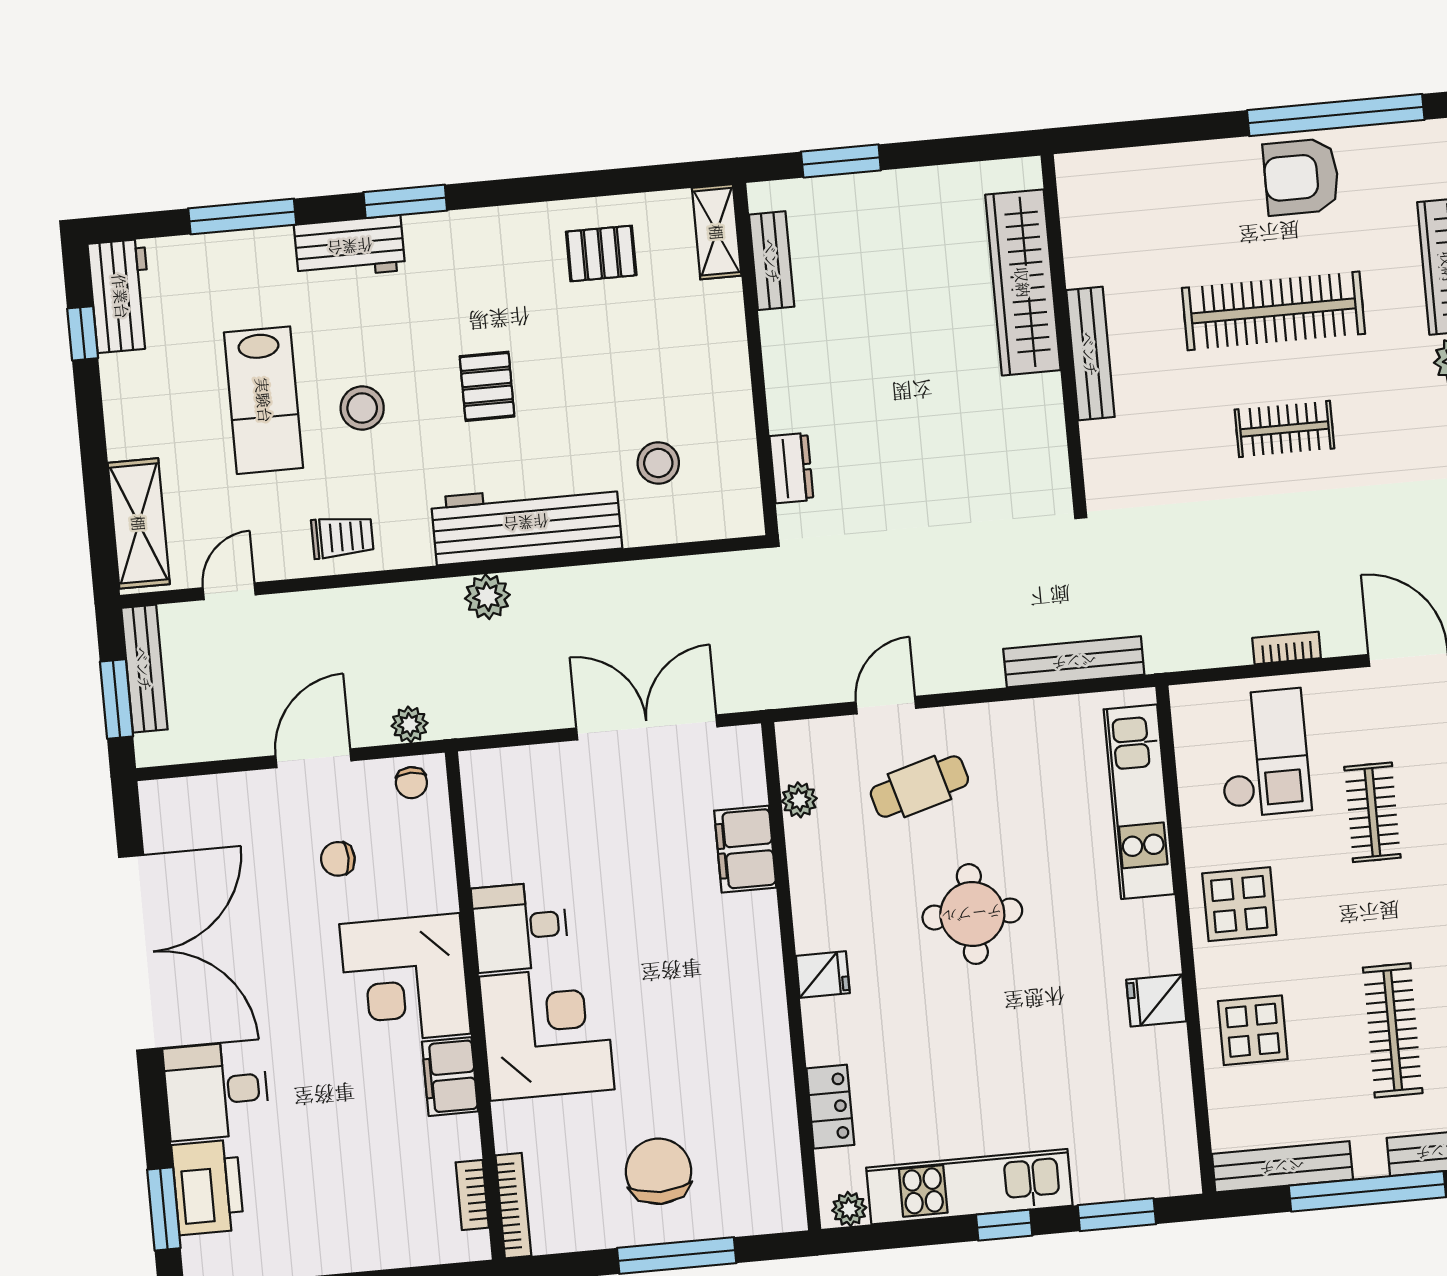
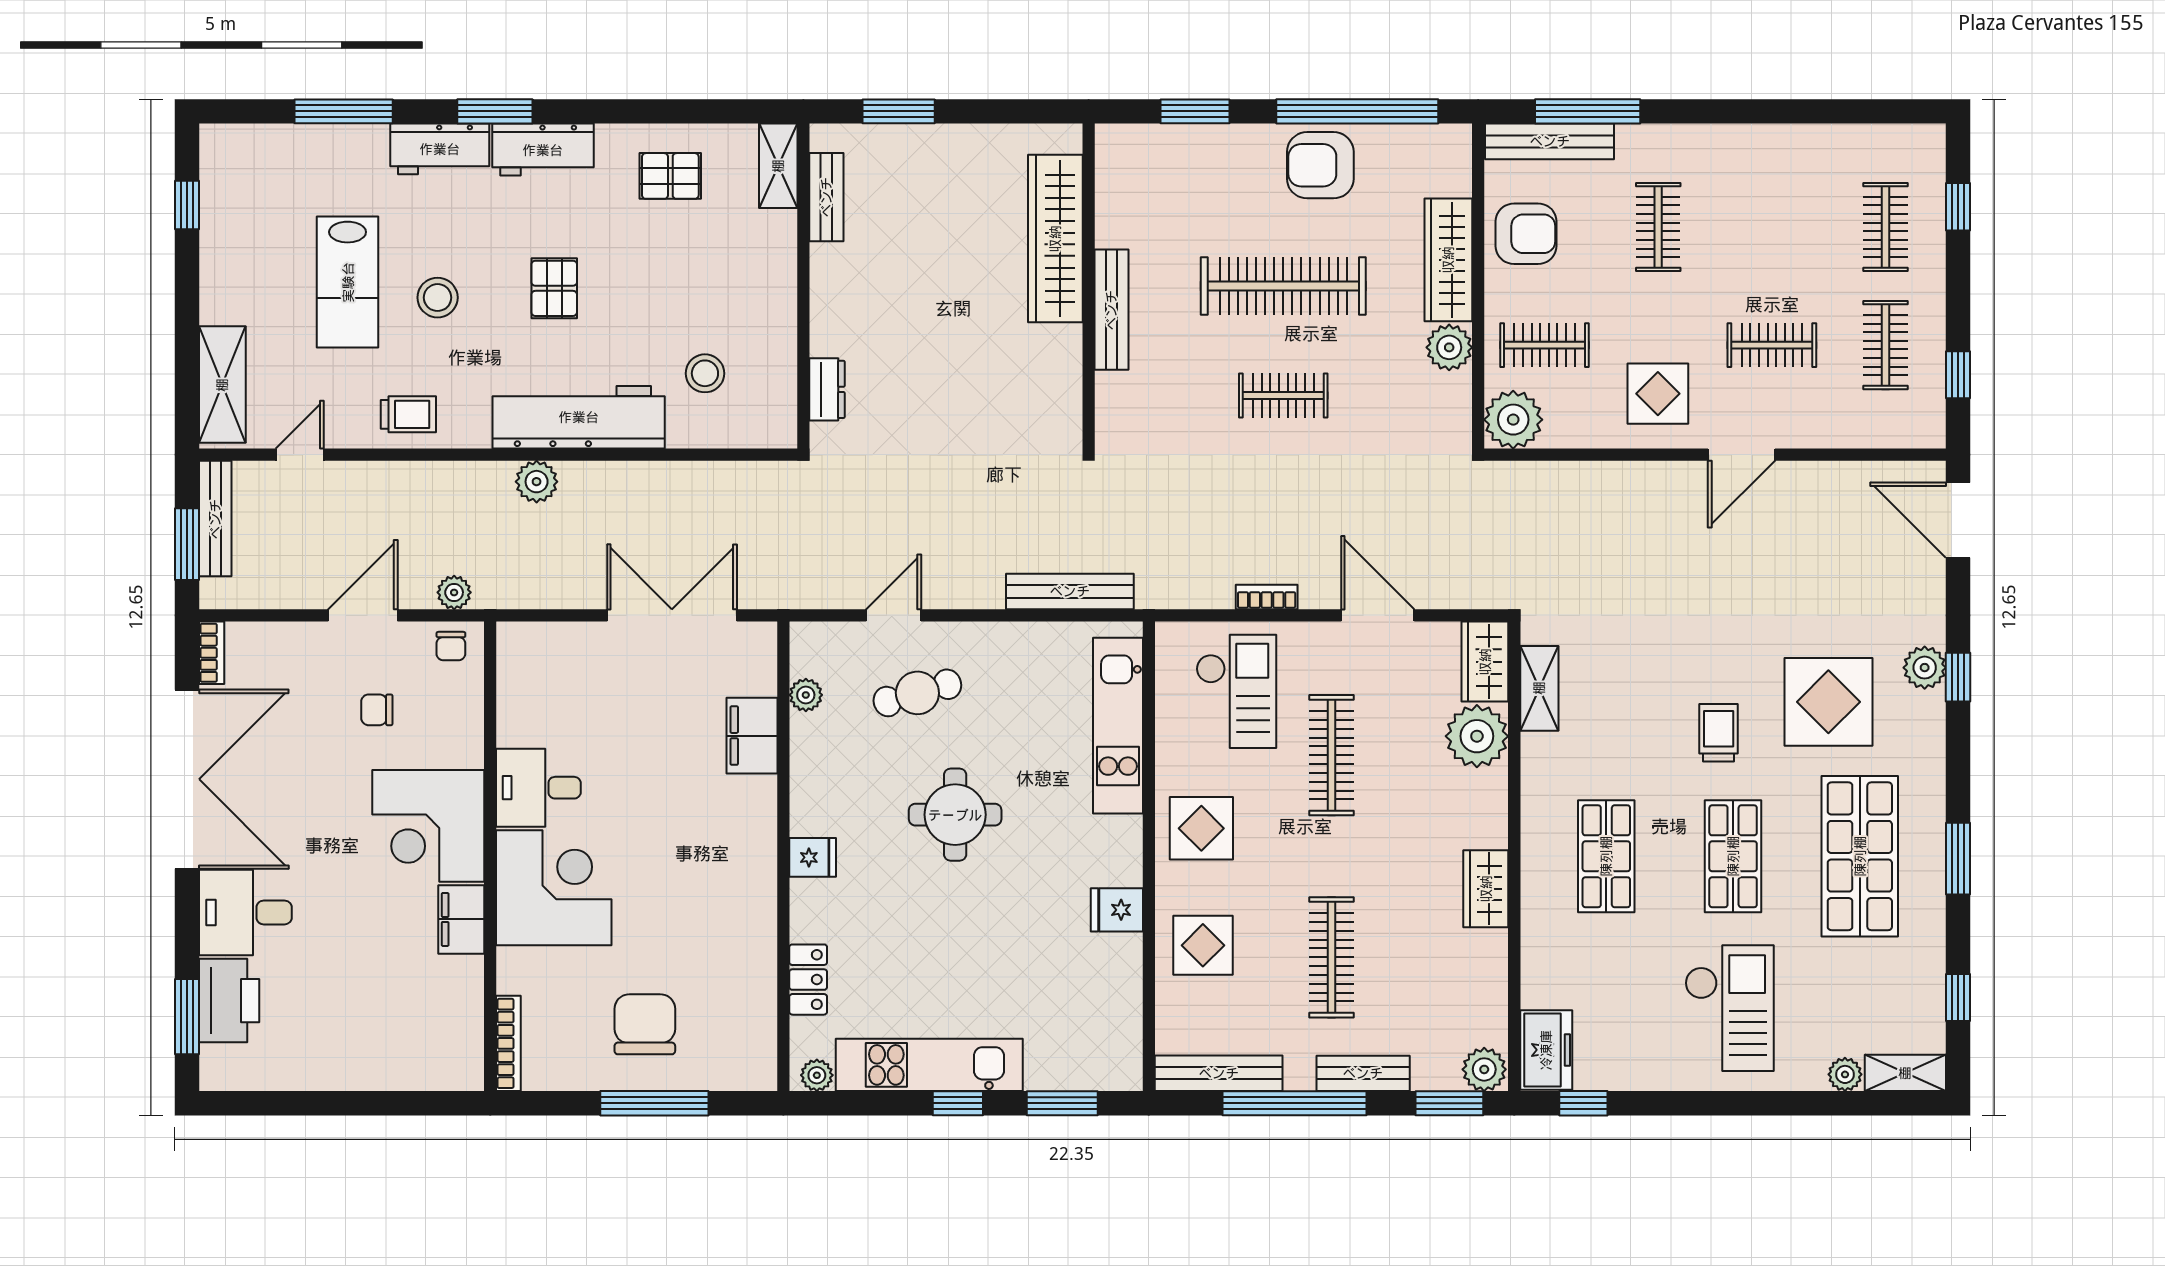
window: (1161, 131) -> (1195, 111), added
workbench: (121, 296) -> (543, 150), moved, turned 90
clothes rail: (1372, 812) -> (1332, 755), width x1.36
bookcase: (472, 1195) -> (212, 653), moved, turned 180

